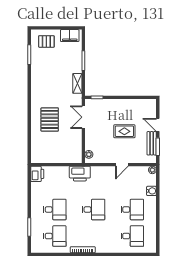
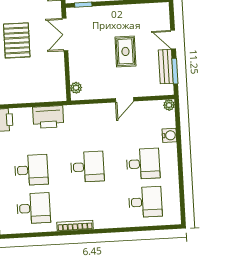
rug: (124, 131) -> (125, 51), turned 90
printer: (80, 174) -> (48, 117), moved

